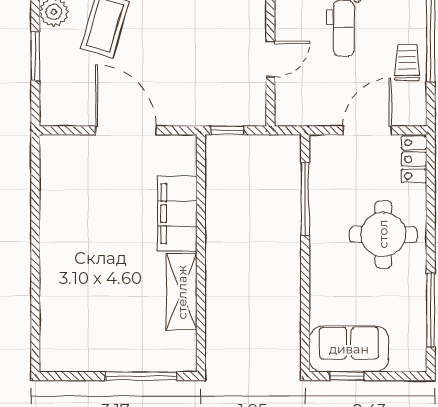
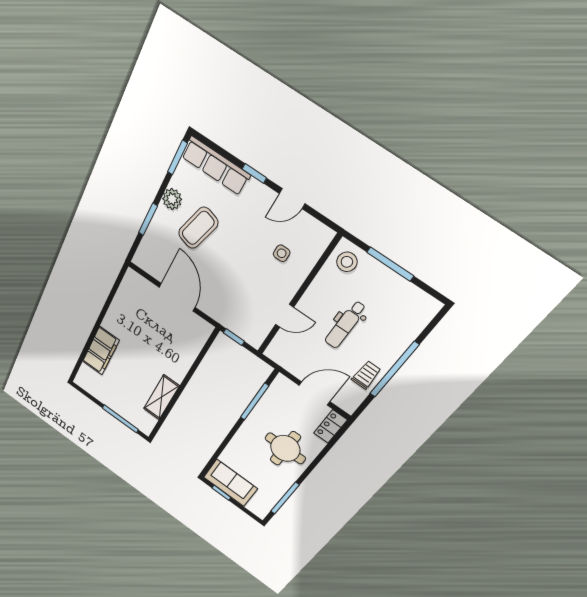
filing cabinet: (177, 214) -> (101, 351), moved, turned 180

